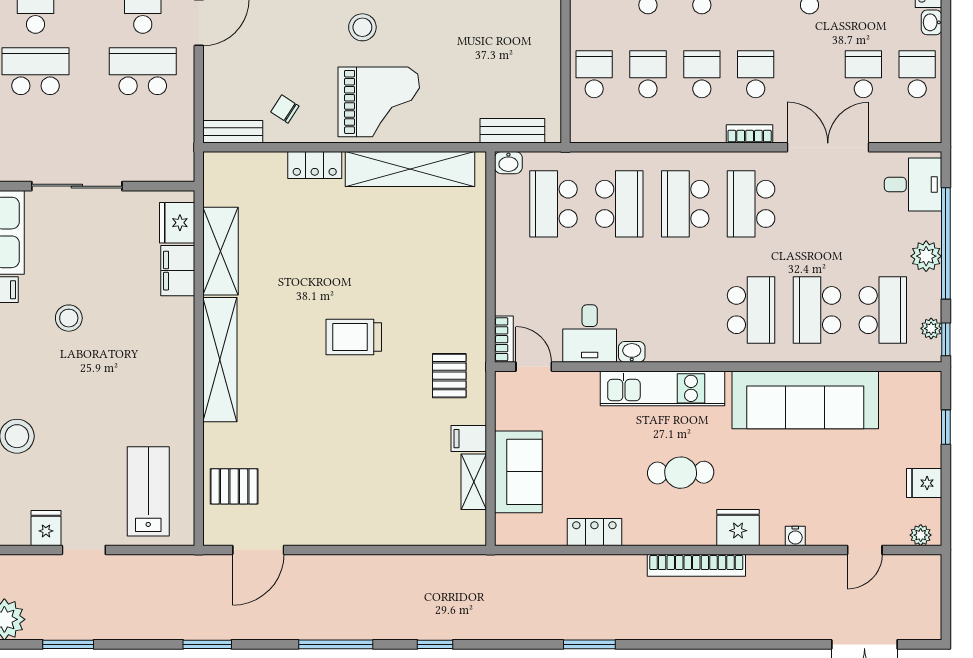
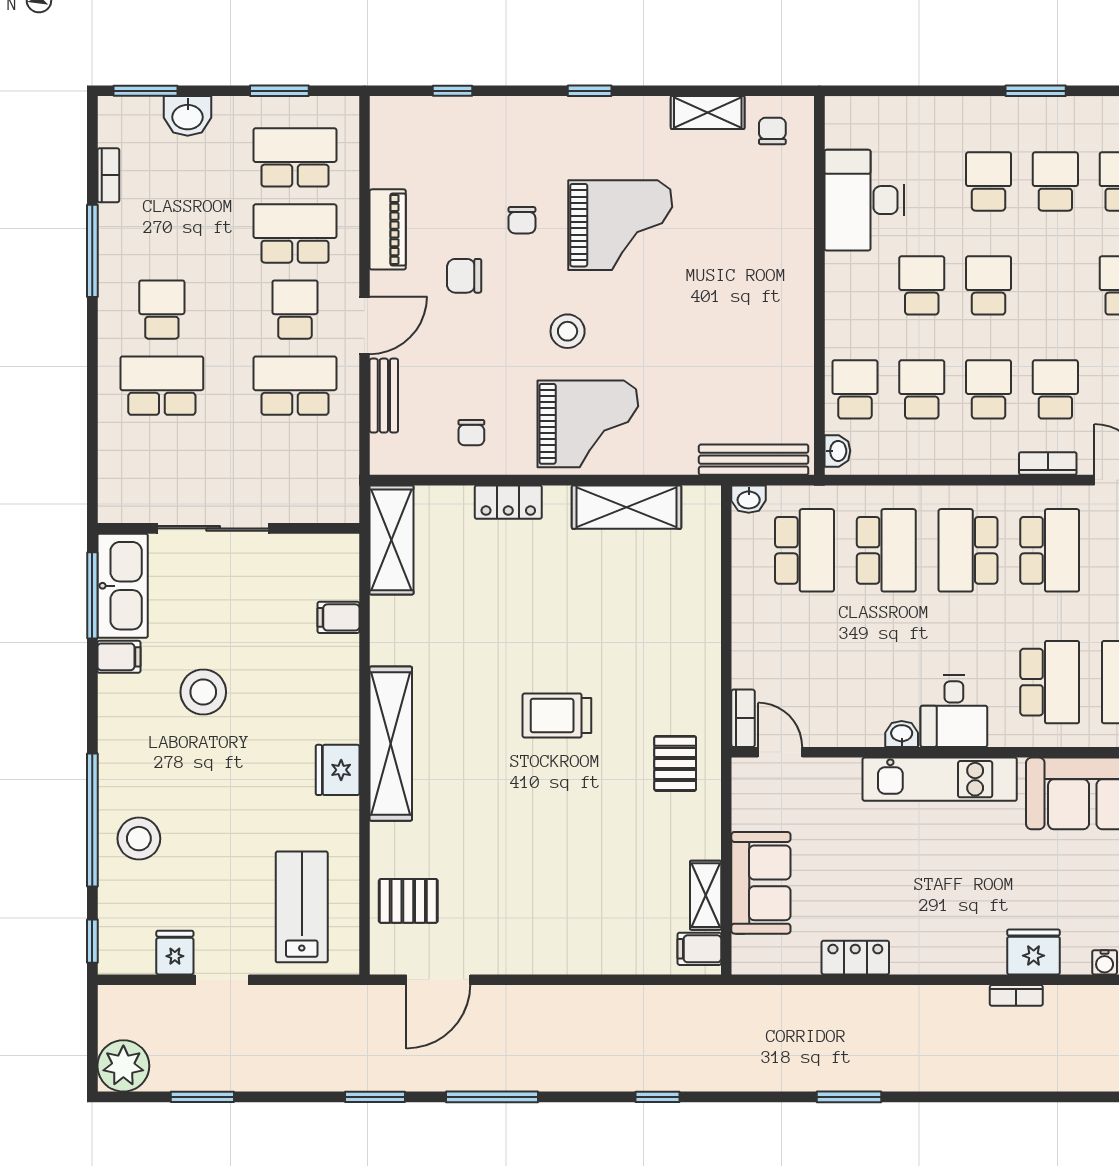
chair: (285, 109) -> (471, 433), turned -123
washbasin: (580, 124) -> (837, 451), added
bench: (512, 131) -> (754, 460), width x1.36
bench: (233, 132) -> (384, 396), moved, turned 90
shelving: (410, 169) -> (627, 507), width x0.68
school desk: (553, 204) -> (805, 550), turned 180
school desk: (751, 204) -> (1050, 550), turned 180
fridge: (177, 223) -> (338, 770), moved
shelving: (221, 251) -> (392, 540), moved
filing cabinet: (178, 271) -> (338, 617), width x0.50
stool: (69, 318) -> (203, 692), width x1.38, depth x1.38
desk: (590, 334) -> (954, 711), moved
filing cabinet: (469, 439) -> (699, 949), moved
cafe table: (681, 473) -> (962, 884), removed
bookcase: (696, 565) -> (1016, 995), width x0.43, depth x0.76
window: (336, 644) -> (492, 1097), moved

